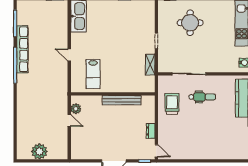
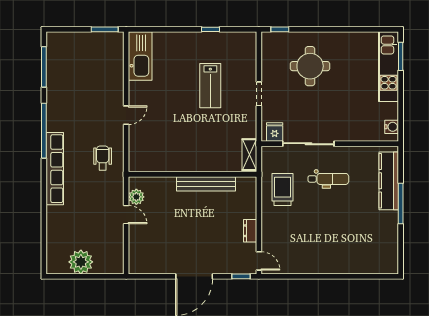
row of seats: (22, 49) -> (55, 169), moved
door: (69, 55) -> (126, 115), swing flipped
shelving: (150, 65) -> (249, 155), moved
fridge: (167, 66) -> (275, 132), added
lab bench: (93, 74) -> (210, 86), moved
wheelchair: (54, 83) -> (103, 158), added

